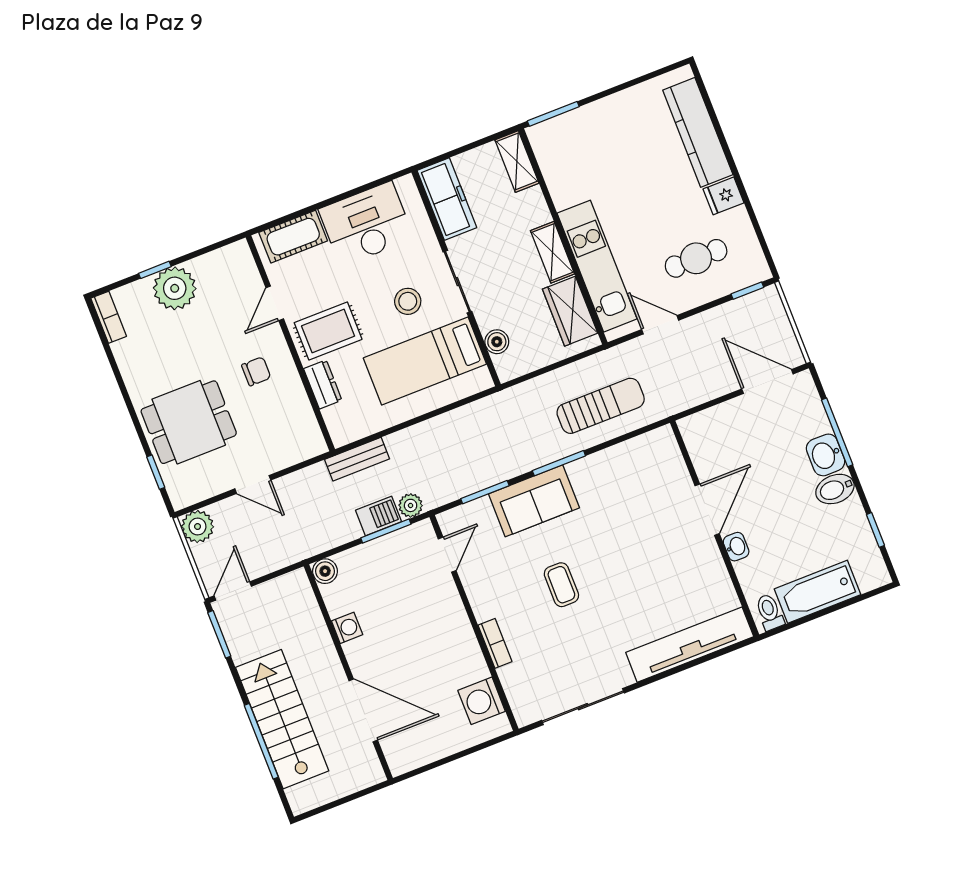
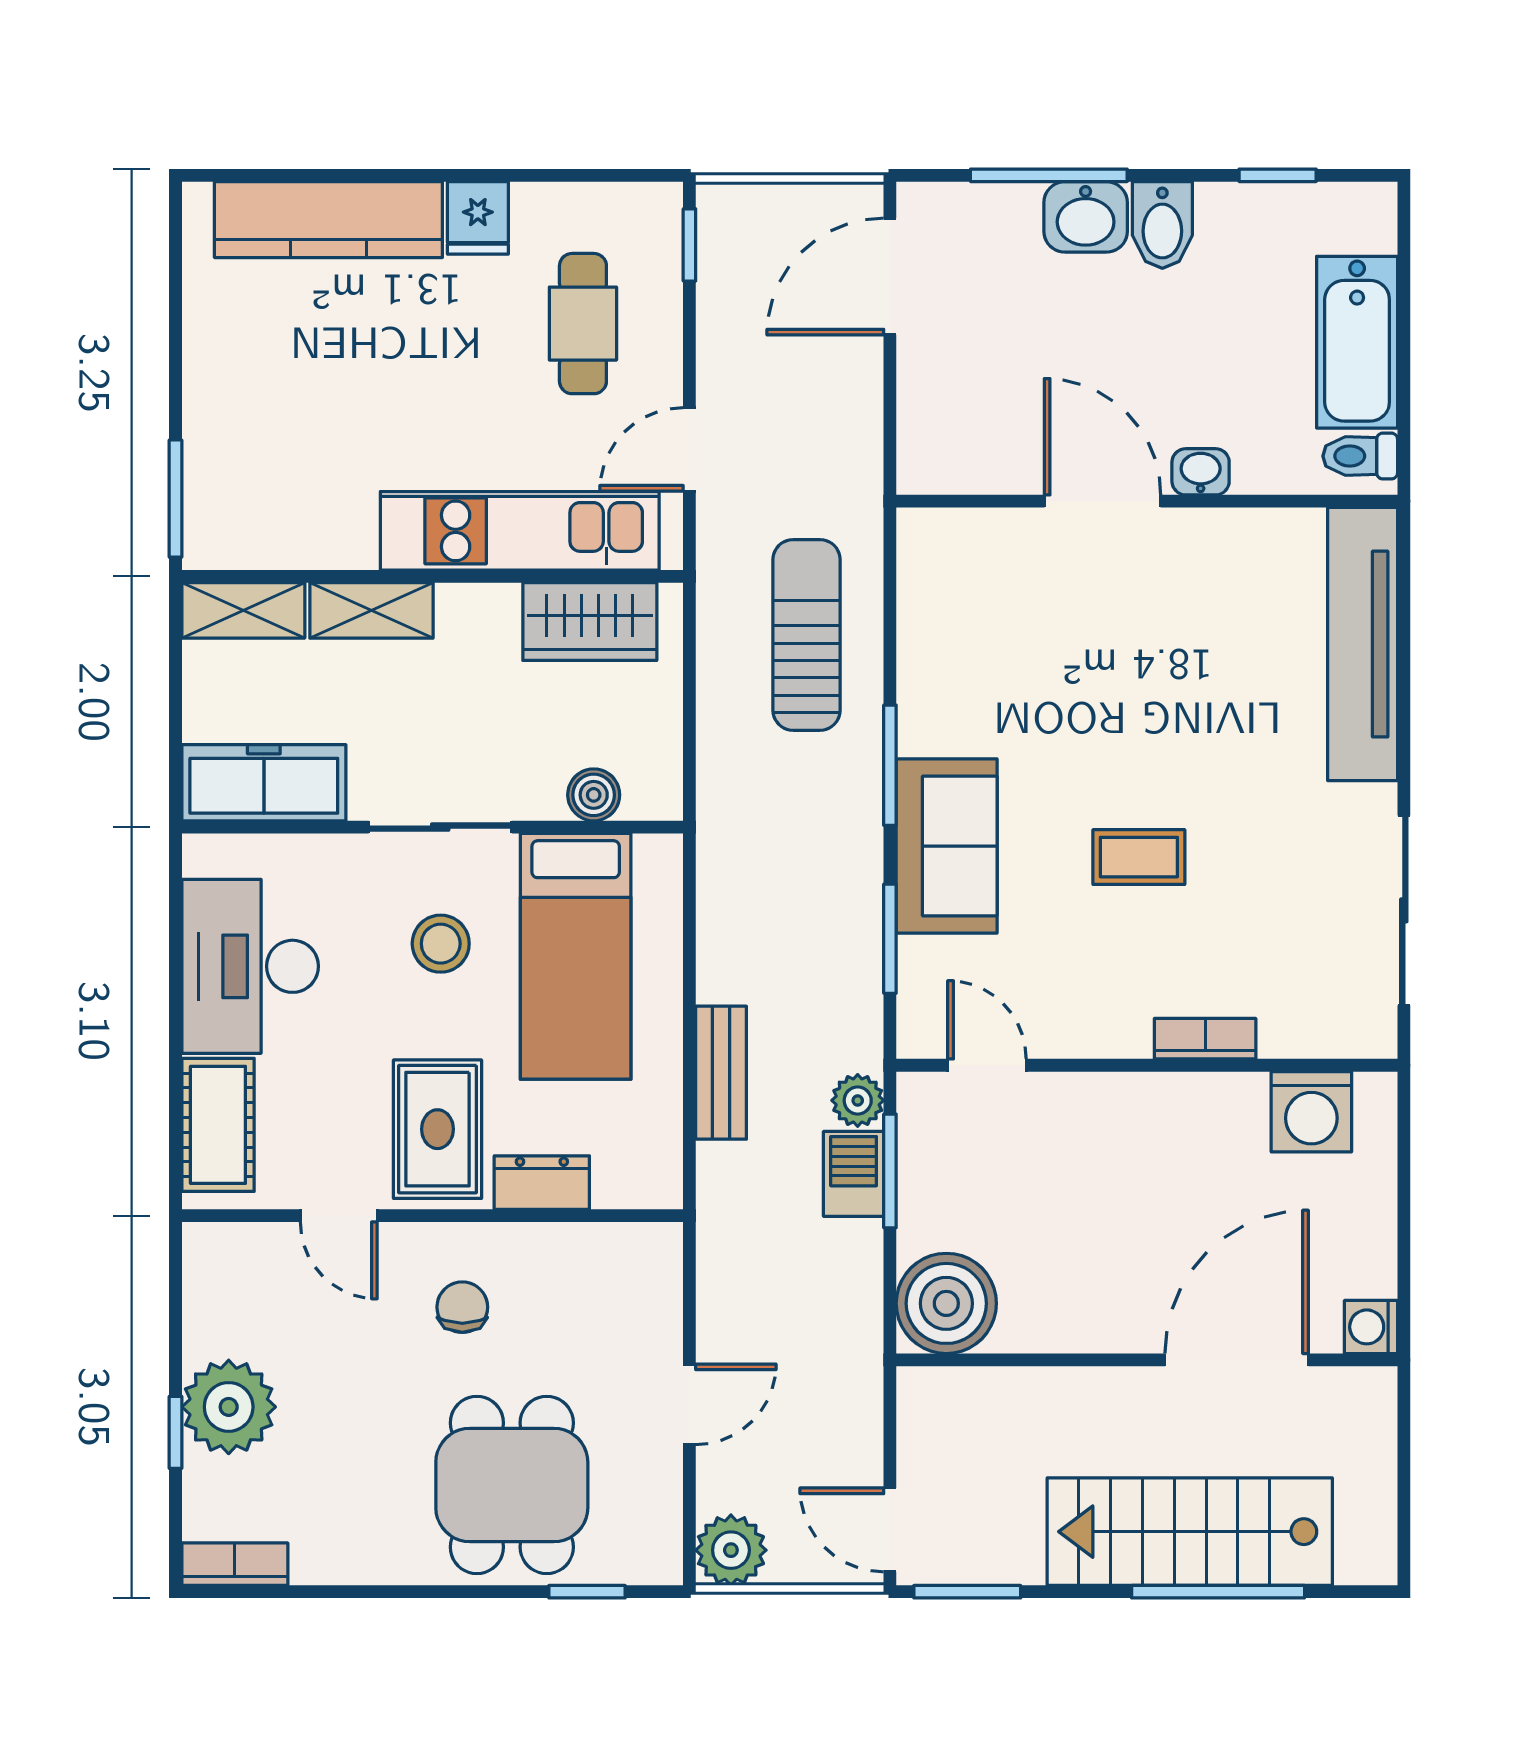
shelving: (552, 252) -> (371, 610), moved
bench: (357, 459) -> (721, 1073), moved
boiler: (325, 571) -> (946, 1303), width x1.86, depth x1.86
washing machine: (347, 628) -> (1371, 1327), moved, turned -90

